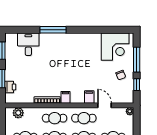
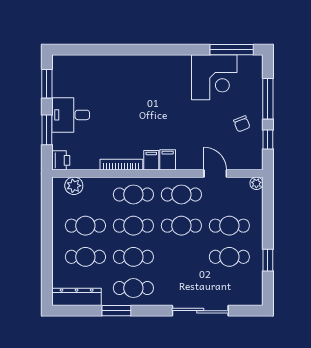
window: (53, 30) -> (232, 50), moved
desk: (28, 44) -> (71, 115), moved, turned -90
corner desk: (115, 47) -> (214, 77), moved
printer: (10, 87) -> (61, 160), moved
filing cabinet: (89, 97) -> (168, 160), moved

